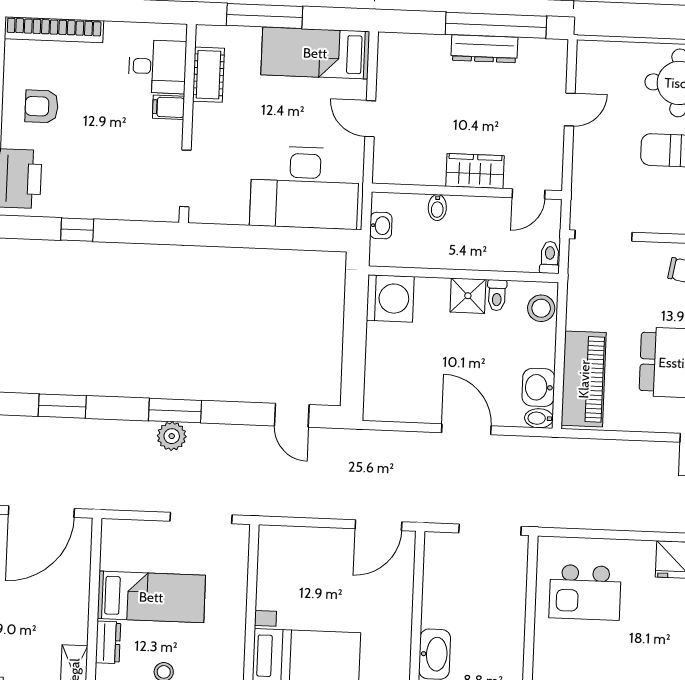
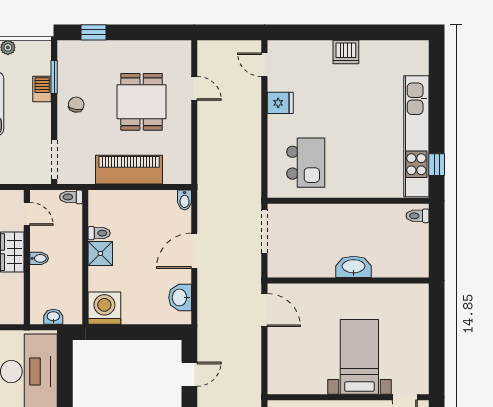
bidet: (437, 207) -> (39, 258), moved
stool: (541, 308) -> (107, 202), removed
piano: (584, 379) -> (129, 170), moved
washbasin: (538, 387) -> (180, 297), moved, turned 90

